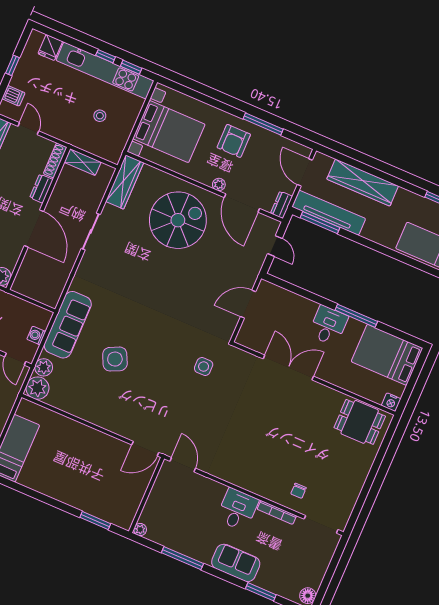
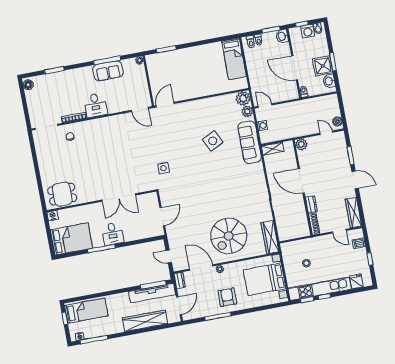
shelving: (83, 162) -> (273, 149), moved
door: (305, 172) -> (179, 306), hinge flipped
sofa: (236, 563) -> (108, 71), moved

